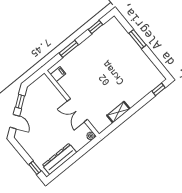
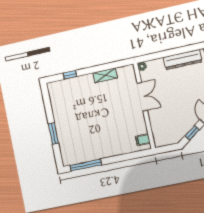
window: (95, 27) -> (86, 165), width x2.17
window: (69, 49) -> (121, 158), removed
window: (159, 89) -> (70, 75), moved

